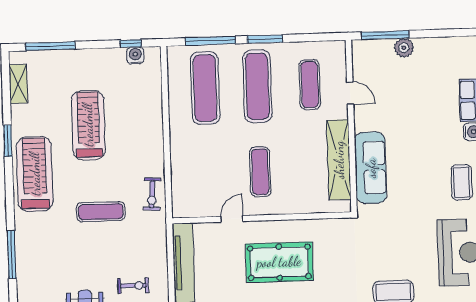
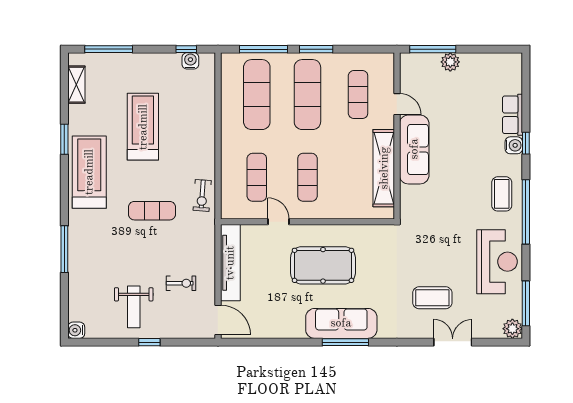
sofa: (371, 168) -> (414, 149), moved
exercise mat: (208, 174) -> (257, 177), added
door: (232, 219) -> (279, 222), hinge flipped

